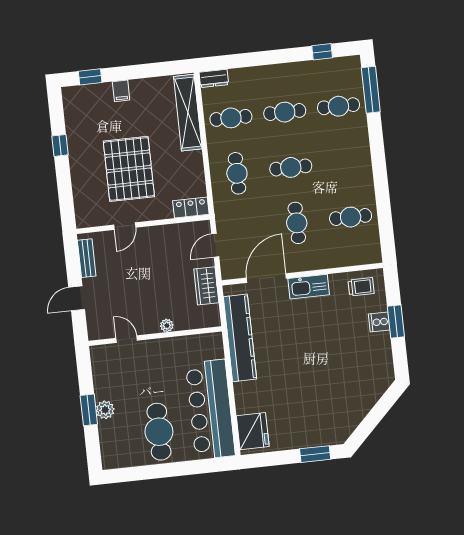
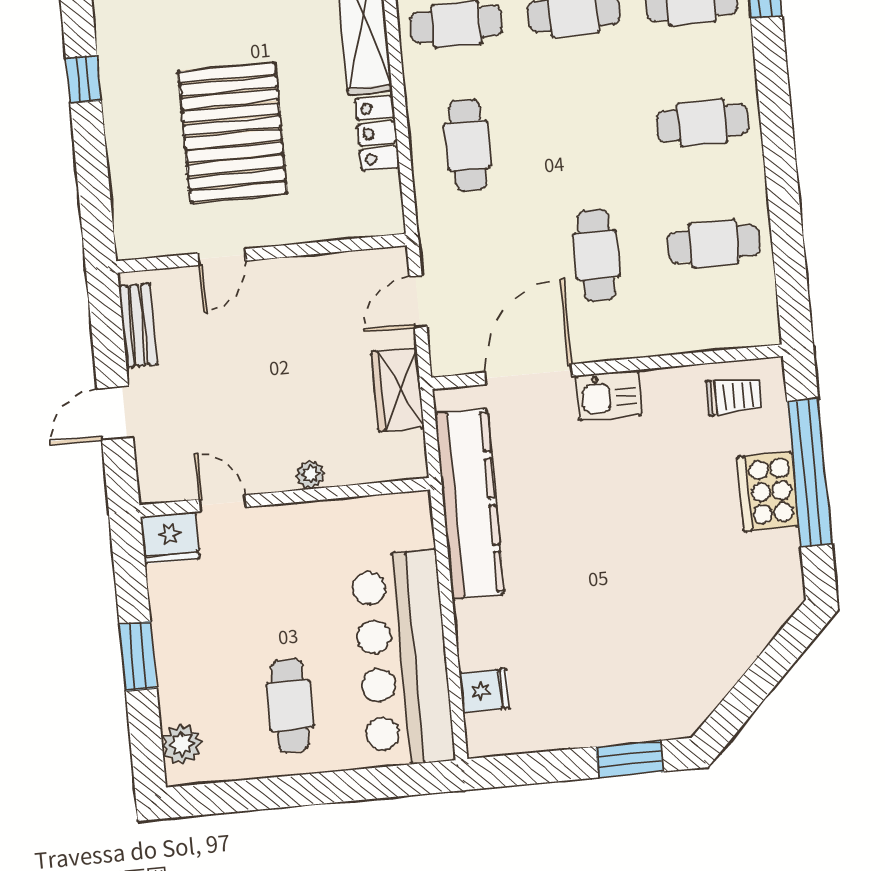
cafe table: (291, 167) -> (702, 123), moved
locker: (191, 208) -> (377, 133), moved, turned -90
kitchen sink: (309, 287) -> (609, 395), width x0.73
window: (396, 321) -> (810, 473), width x2.11
cooker: (379, 322) -> (768, 491), width x1.87, depth x1.31
fridge: (103, 355) -> (170, 538), added
plant: (105, 410) -> (182, 744), moved
fridge: (253, 431) -> (485, 690), width x0.53, depth x0.75
cafe table: (159, 432) -> (290, 705), width x0.73, depth x0.74

